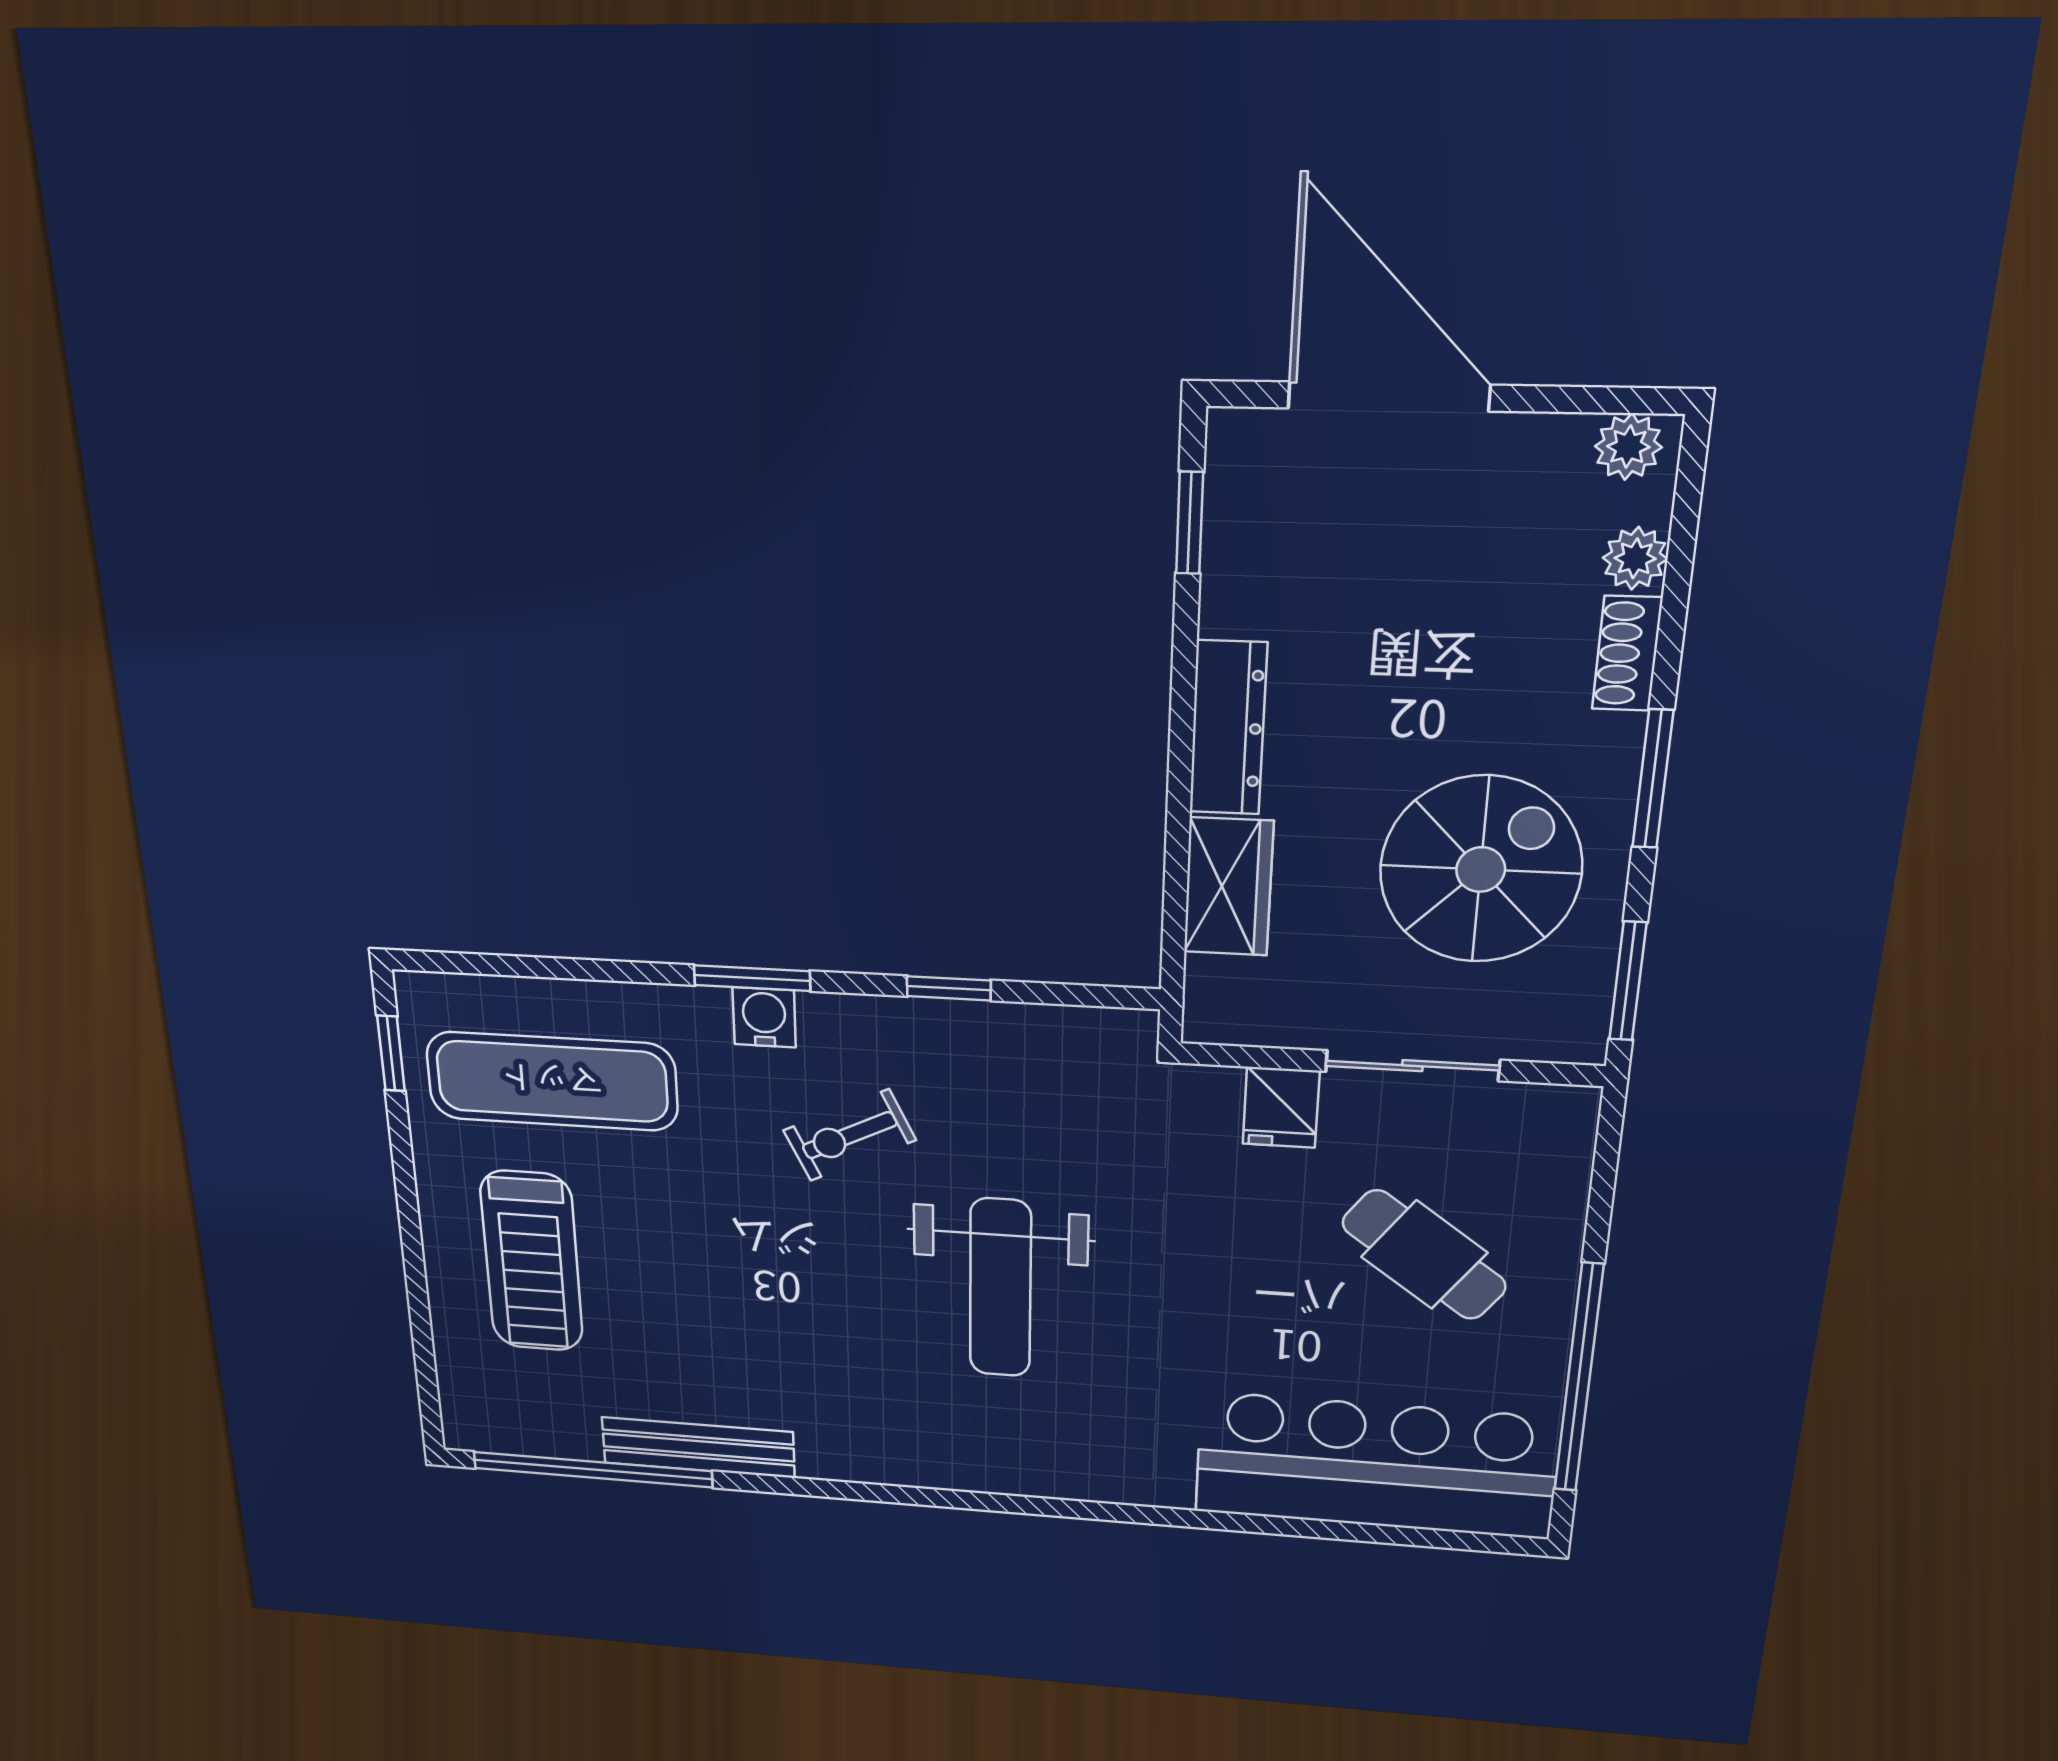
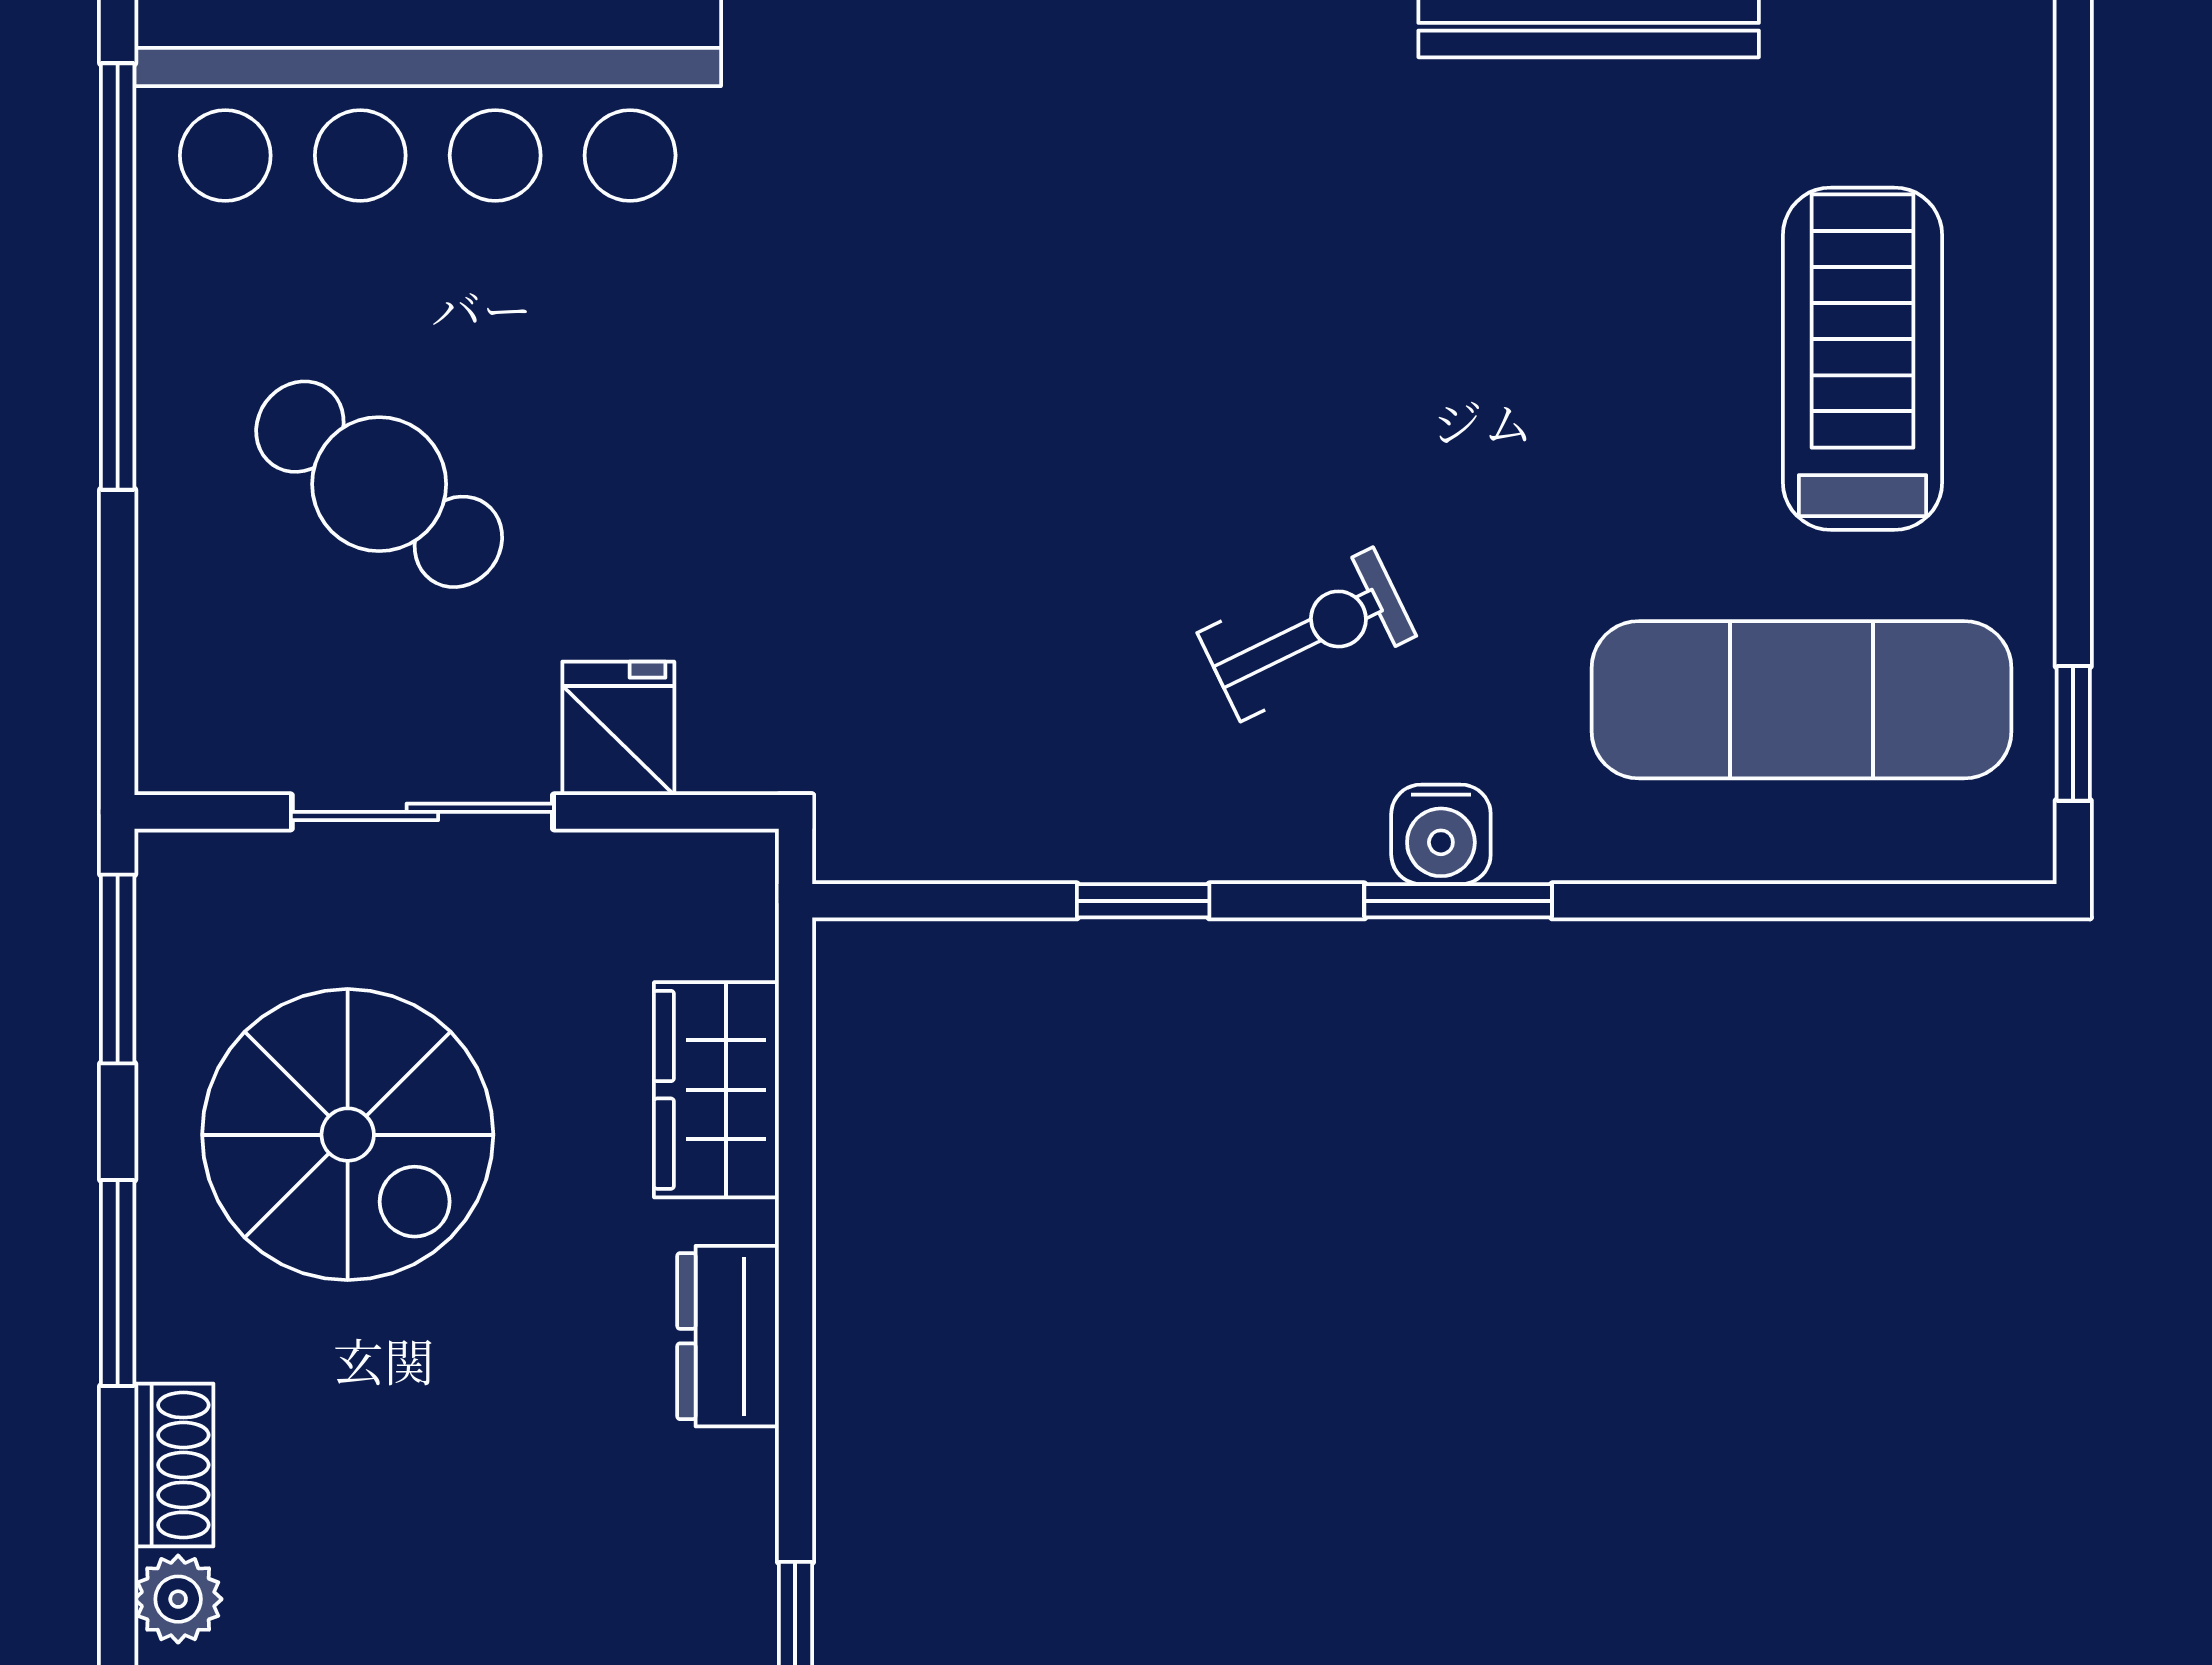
dresser: (1228, 728) -> (728, 1336), width x0.70
spiral stairs: (1481, 870) -> (348, 1135), turned -90
weight bench: (1000, 1288) -> (1059, 370), removed

